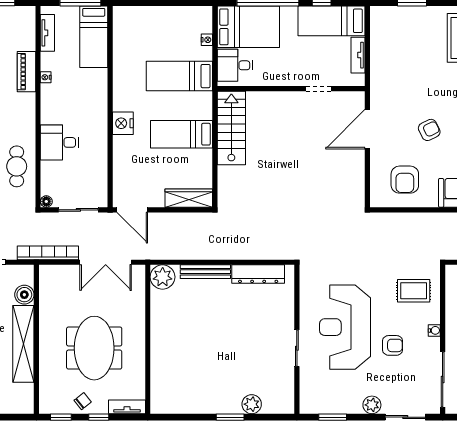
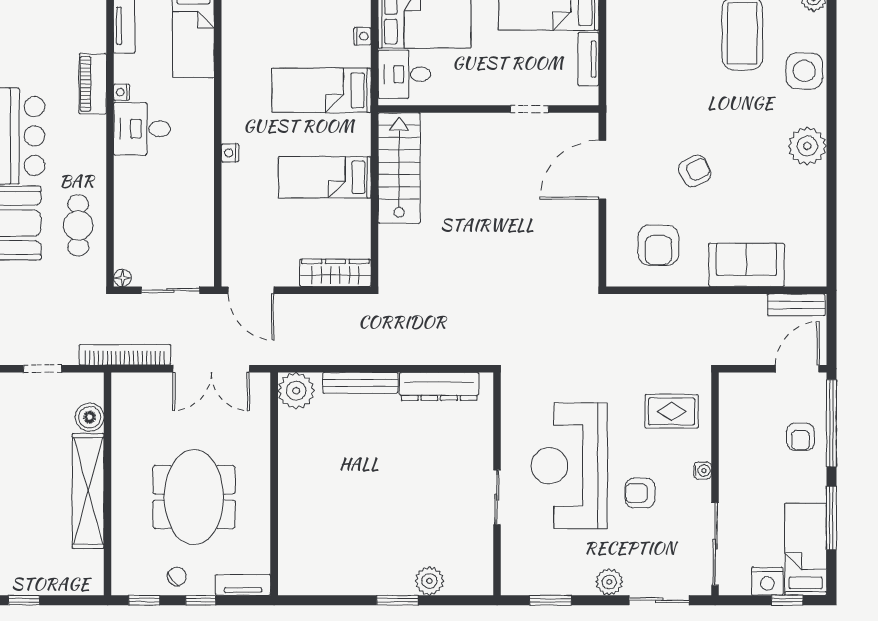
nightstand: (123, 123) -> (230, 153), width x0.53, depth x0.56
desk: (59, 142) -> (142, 129), moved
armchair: (393, 345) -> (640, 493), turned 180

